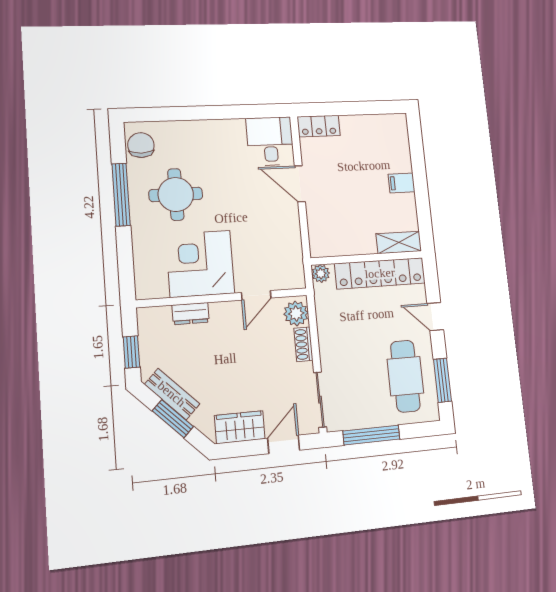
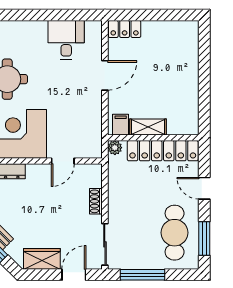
desk: (270, 141) -> (66, 40), moved
filing cabinet: (402, 183) -> (121, 125), moved, turned 90
door: (300, 184) -> (105, 75), swing flipped
shelving: (399, 242) -> (148, 127), moved
plant: (296, 313) -> (92, 177), removed

